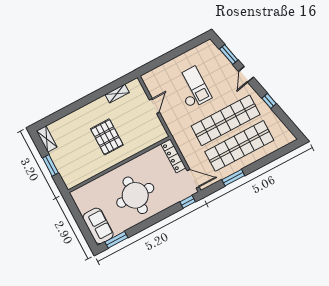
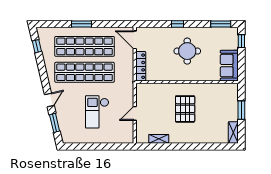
window: (269, 101) -> (37, 46), moved
window: (233, 178) -> (82, 24), moved
round table: (135, 195) -> (187, 51), width x0.73, depth x0.73
window: (188, 202) -> (178, 24), moved
sofa: (98, 226) -> (229, 66), moved
window: (87, 234) -> (241, 41), added

